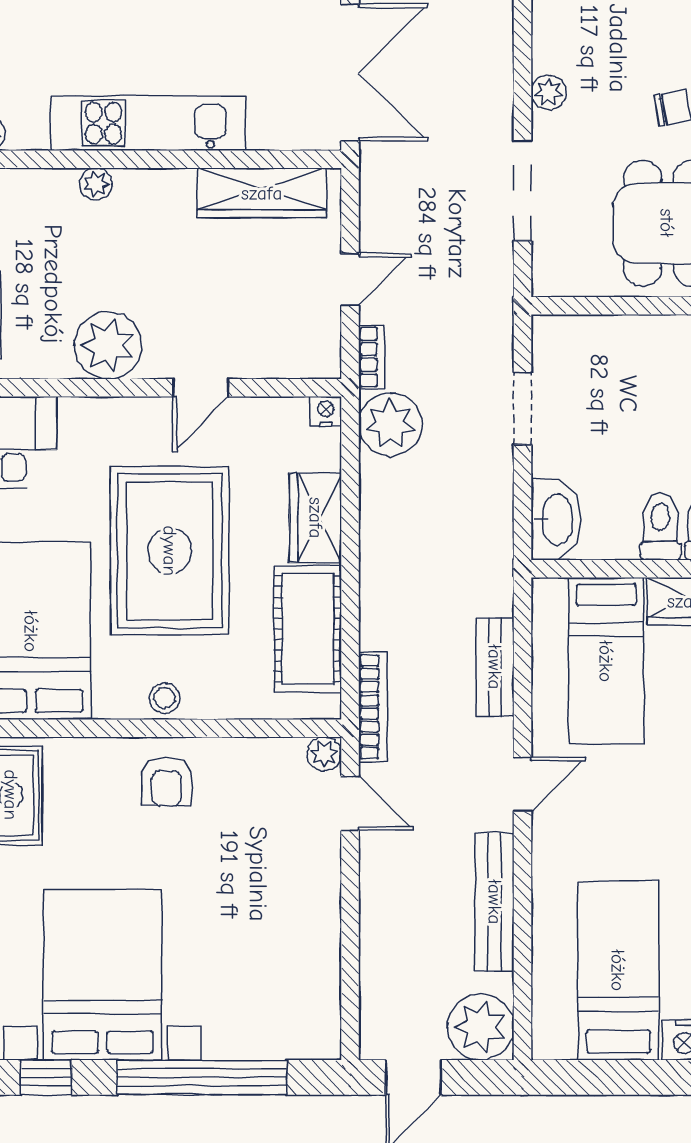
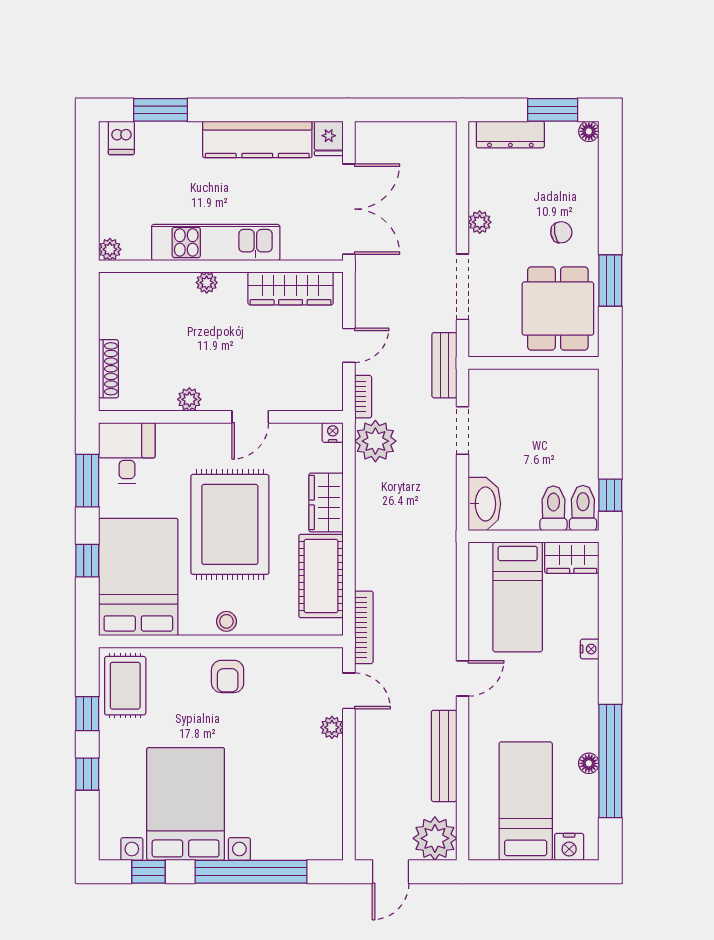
plant: (96, 184) -> (207, 283), moved
plant: (108, 345) -> (189, 399), width x0.53, depth x0.53
bench: (495, 667) -> (444, 365), moved
plant: (324, 754) -> (332, 727), moved

